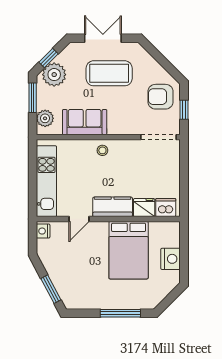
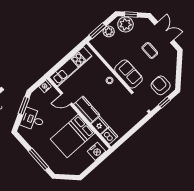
coffee table: (109, 73) -> (150, 50), width x0.54, depth x0.58
window: (33, 98) -> (97, 31), moved
plant: (45, 118) -> (109, 31), moved
sofa: (85, 122) -> (128, 74), moved
nightstand: (171, 259) -> (96, 151), moved
desk: (68, 279) -> (33, 119), added
window: (51, 289) -> (24, 106), moved

